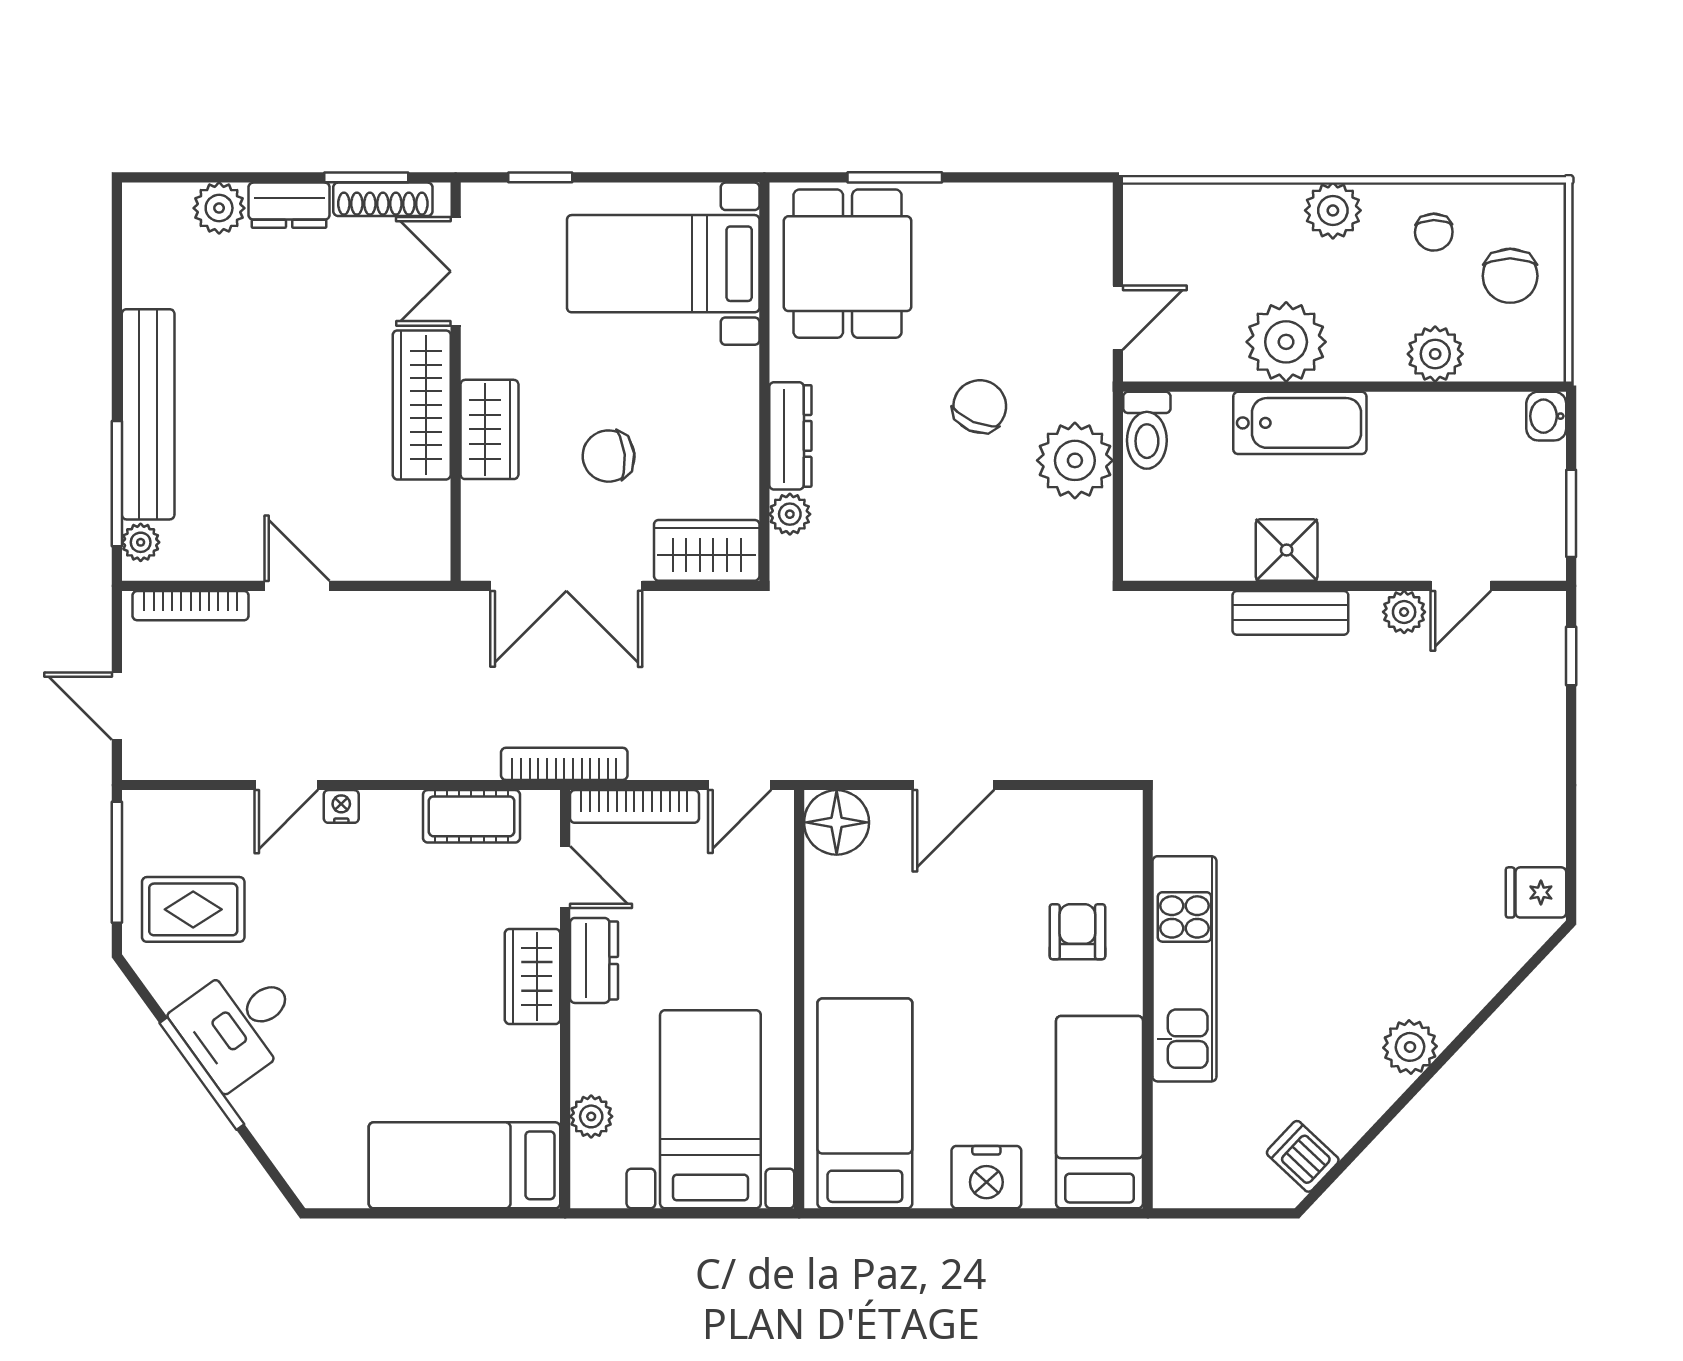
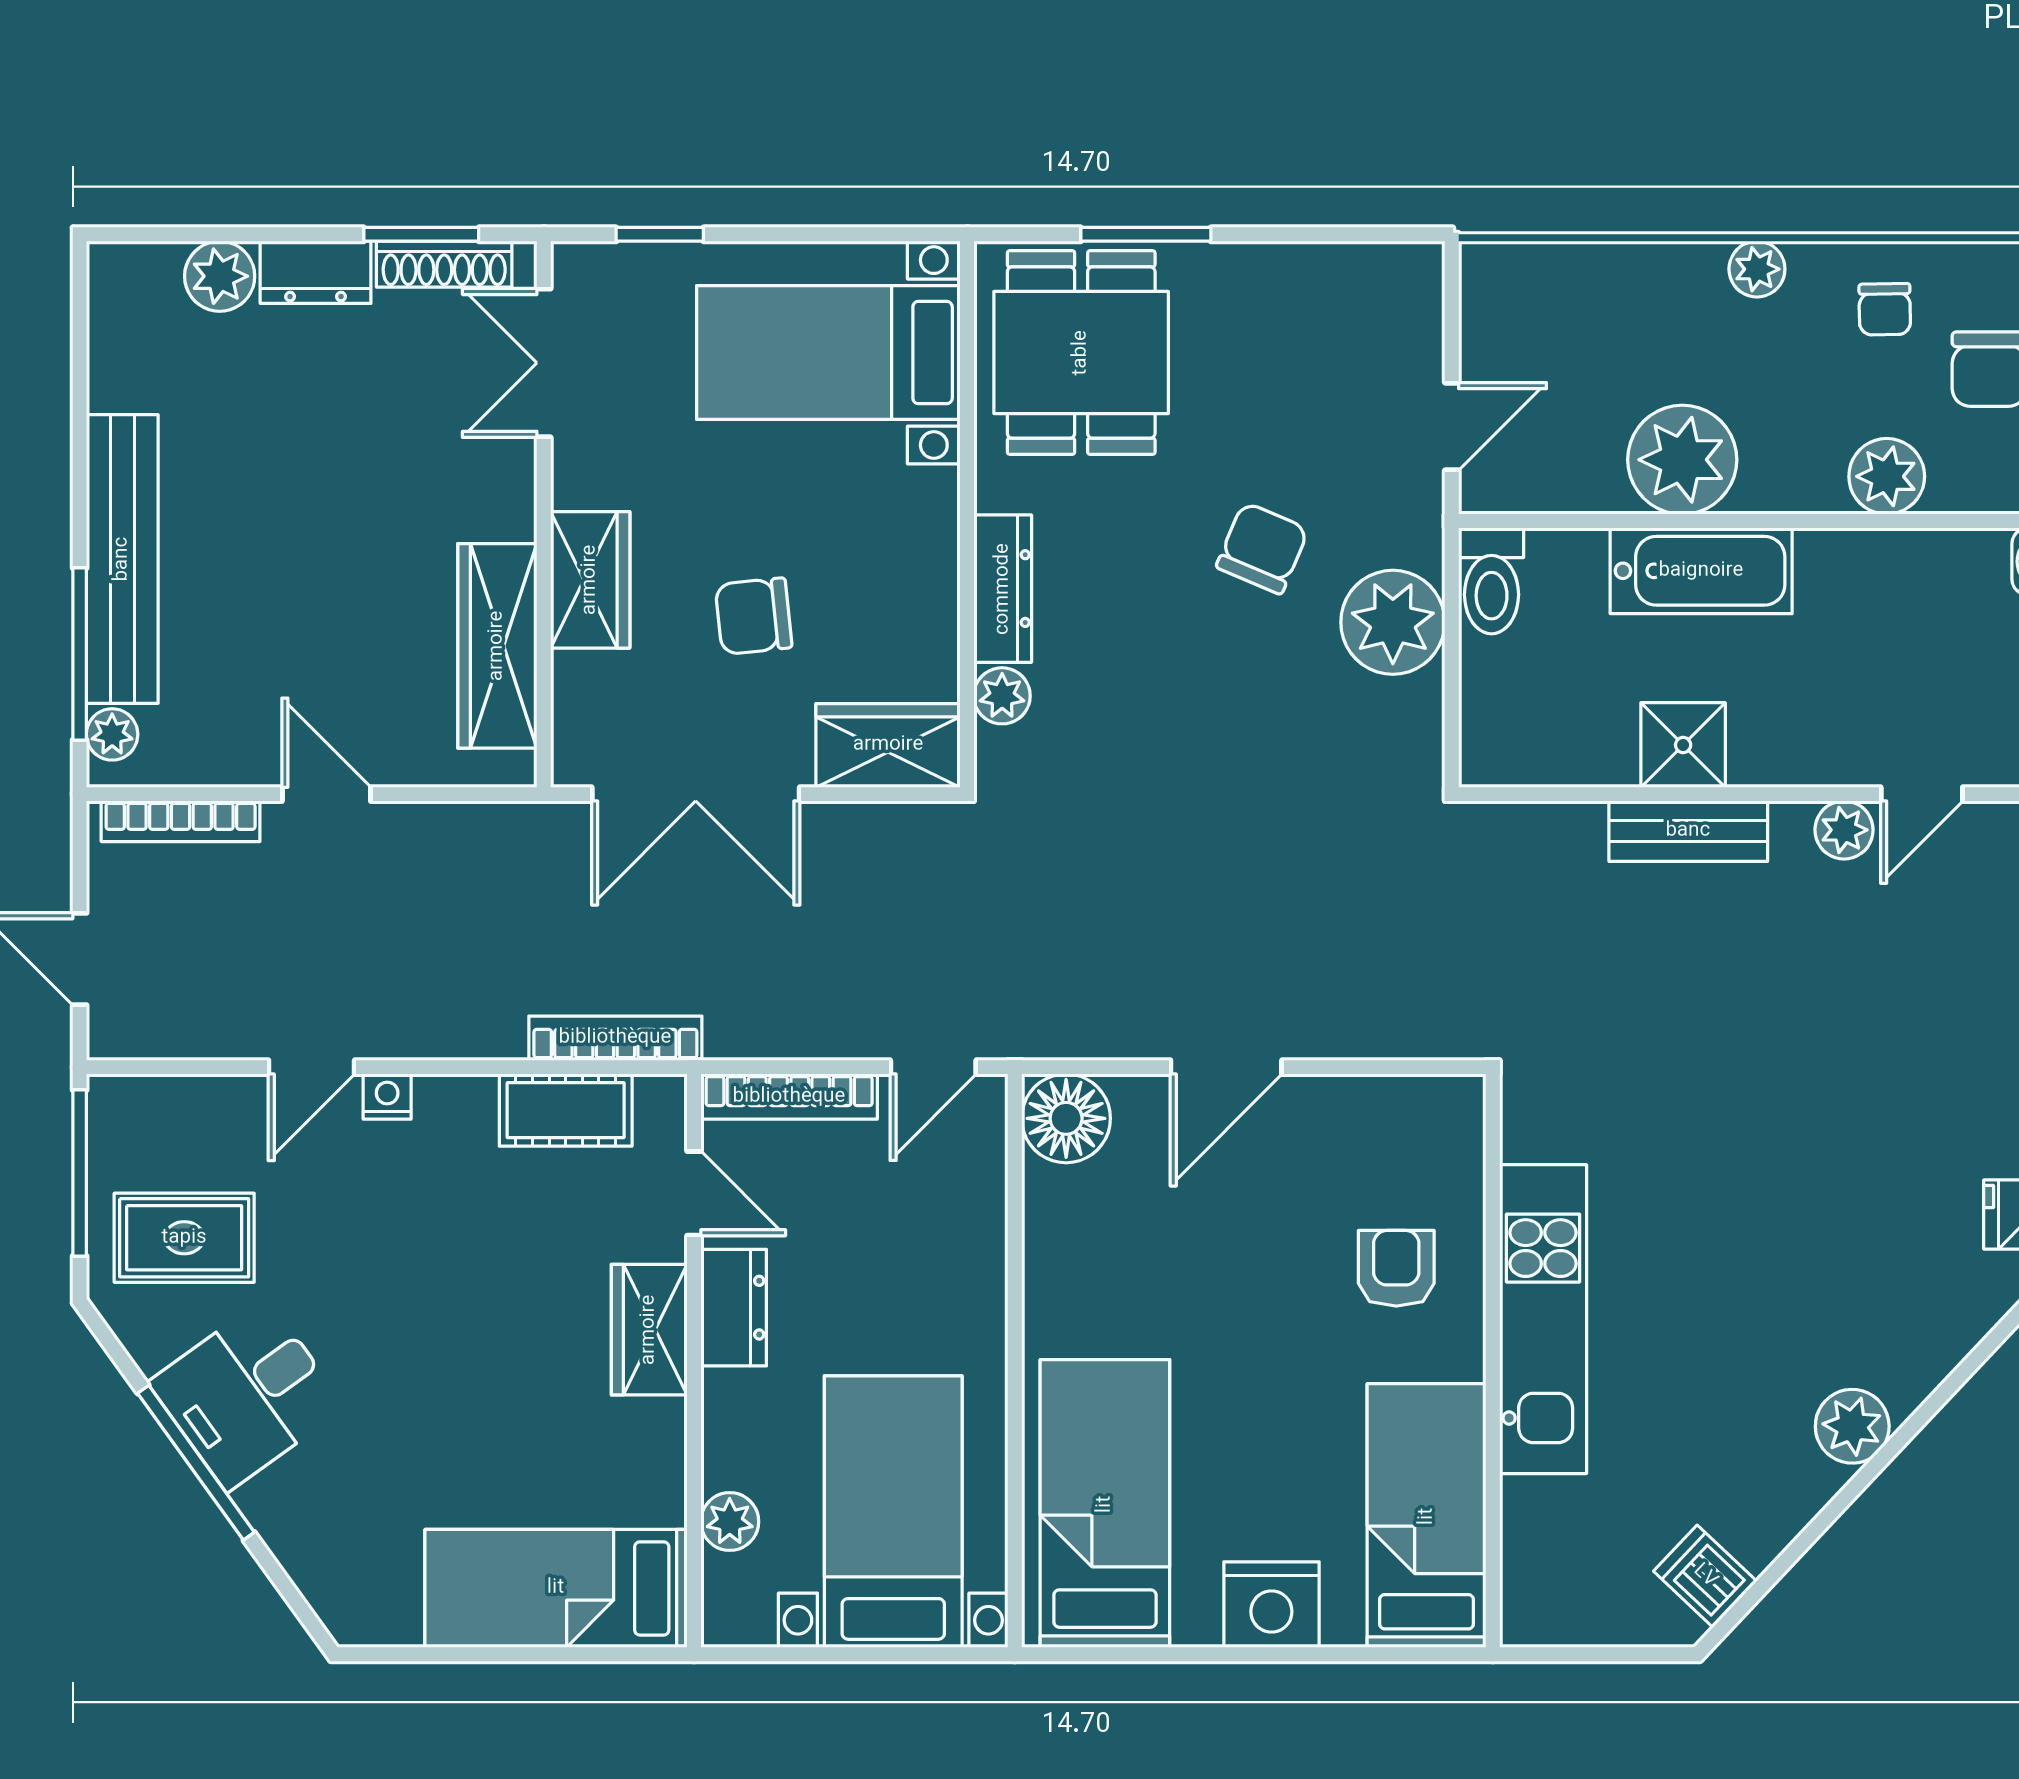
plant: (1333, 210) -> (1757, 269), width x0.73, depth x0.73
wardrobe: (422, 405) -> (497, 646), moved
bookcase: (564, 764) -> (615, 1038), moved

